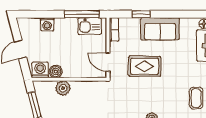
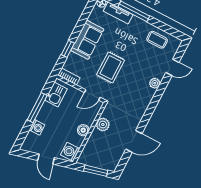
window: (82, 14) -> (37, 108), moved
boiler: (56, 72) -> (83, 130), moved
plant: (63, 88) -> (103, 125), moved

